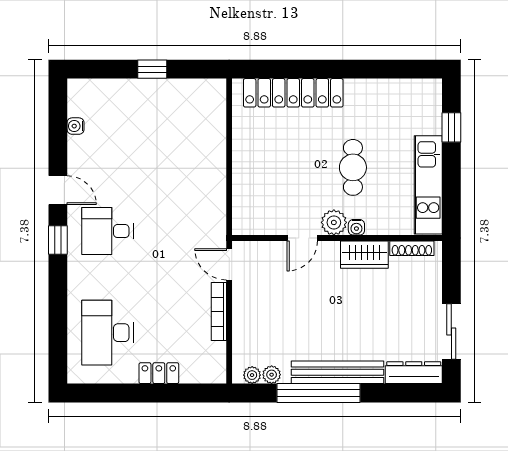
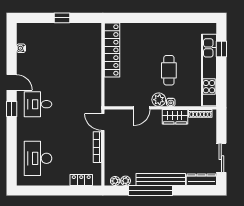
locker: (293, 93) -> (112, 50), moved, turned -90
kitchen unit: (428, 185) -> (209, 70), width x1.36
locker: (159, 373) -> (81, 180), moved

